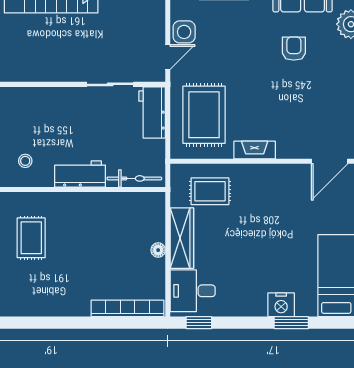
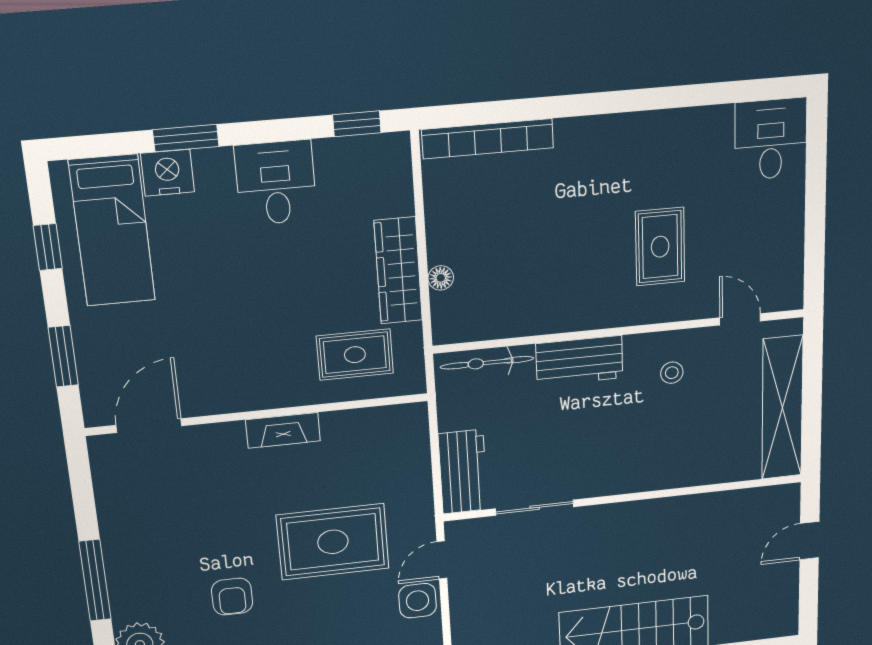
rug: (204, 115) -> (333, 542), moved, turned 90
floor lamp: (158, 250) -> (441, 278), moved
desk: (193, 291) -> (276, 183), moved, turned -90
nightstand: (281, 305) -> (167, 173), moved

